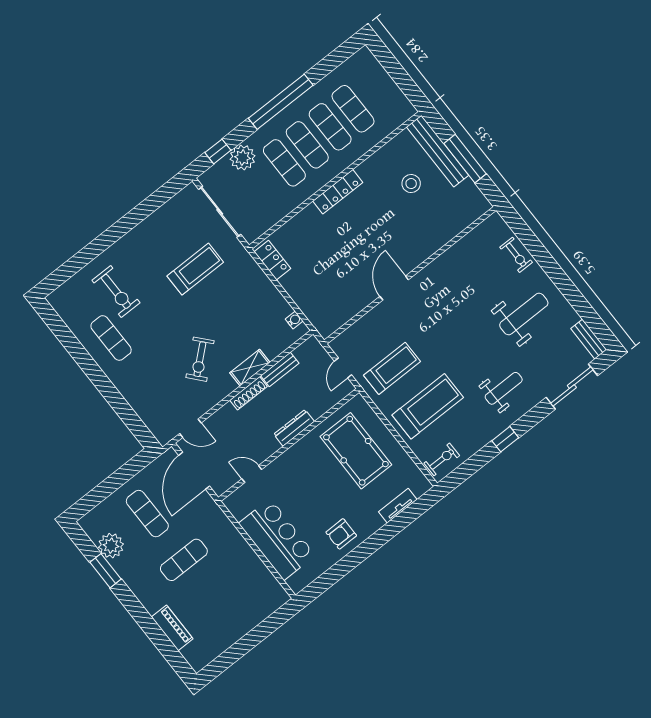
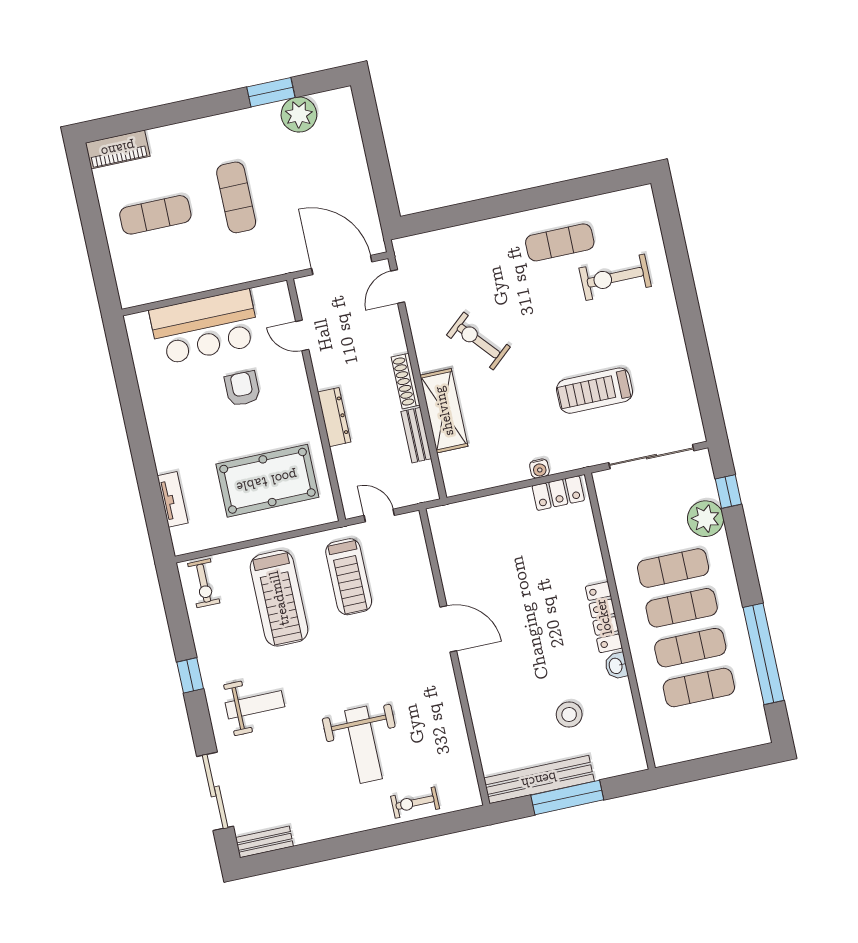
window: (281, 102) -> (763, 654), moved
bench: (438, 151) -> (539, 780), moved
washbasin: (365, 169) -> (616, 666), added
treadmill: (195, 269) -> (595, 391), turned 90
weight bench: (524, 314) -> (363, 745), moved
water cooler: (294, 320) -> (539, 469), moved
shelving: (250, 368) -> (444, 411), width x1.50, depth x1.33
weight bench: (504, 388) -> (255, 705), turned -90
door: (252, 474) -> (302, 335), swing flipped
exercise mat: (147, 514) -> (155, 215), moved
armchair: (341, 534) -> (242, 389), moved
piano: (172, 628) -> (118, 149), moved

